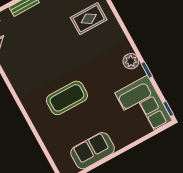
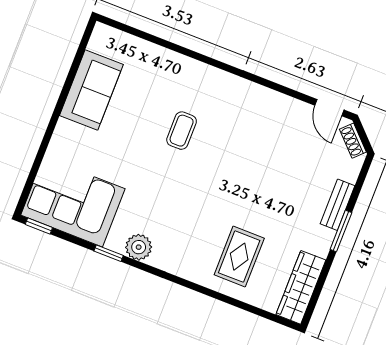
coffee table: (67, 98) -> (182, 131), width x0.54, depth x0.58

